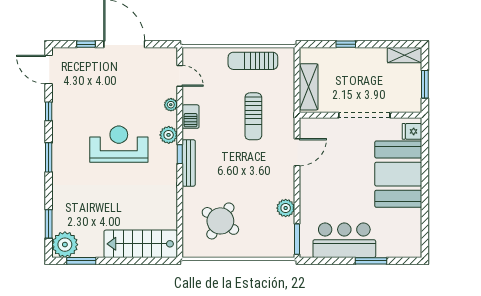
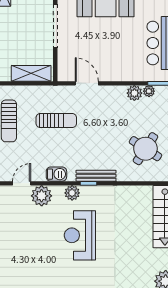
plant: (171, 105) -> (42, 196), width x1.88, depth x1.88
plant: (288, 225) -> (149, 91), added

